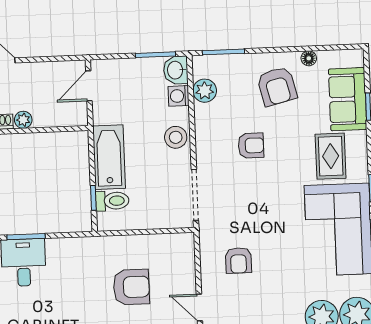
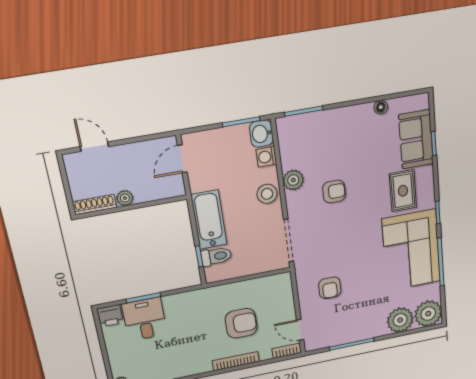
armchair: (277, 86) -> (354, 136), removed
plant: (205, 91) -> (293, 180), moved

